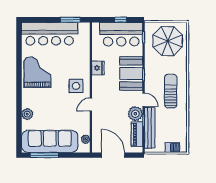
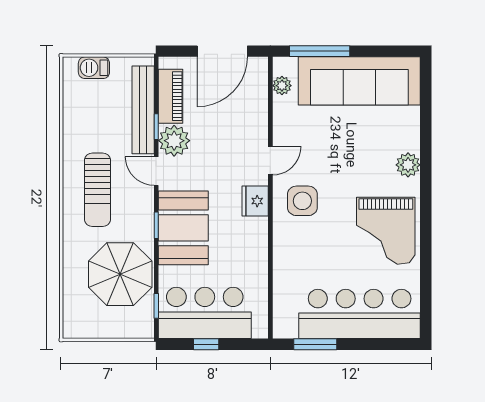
parasol: (168, 41) -> (120, 274), moved
fridge: (98, 68) -> (255, 201), moved
plant: (27, 114) -> (408, 165), moved
window: (44, 155) -> (320, 51), moved
door: (113, 155) -> (222, 51), hinge flipped

